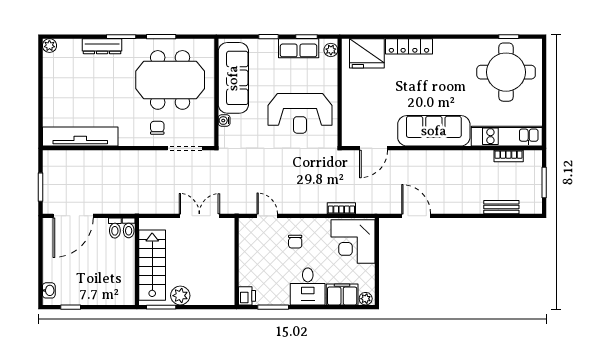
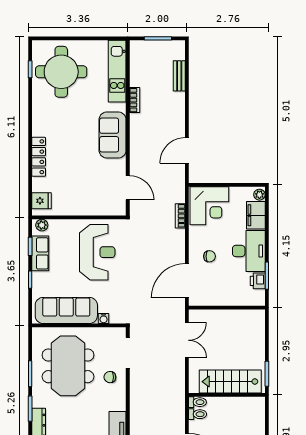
fridge: (367, 53) -> (41, 201), width x0.53, depth x0.75
sofa: (434, 131) -> (113, 135), width x0.73
bookcase: (509, 156) -> (135, 100), moved
double door: (199, 216) -> (187, 340), swing flipped
door: (267, 216) -> (187, 281), width x1.88
desk: (308, 286) -> (249, 251), width x1.37
plant: (180, 296) -> (257, 357), removed
printer: (247, 296) -> (258, 281), moved, turned -90

